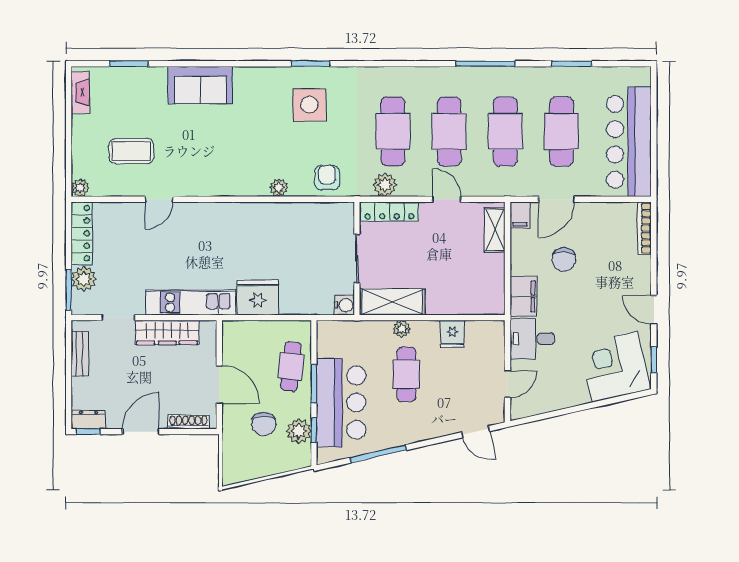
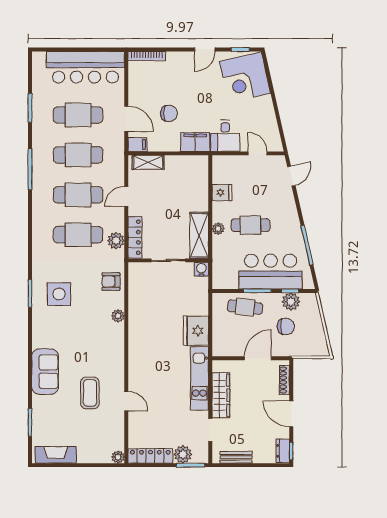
fireplace: (80, 92) -> (56, 455), width x1.37, depth x1.32
coffee table: (131, 151) -> (90, 393), moved

